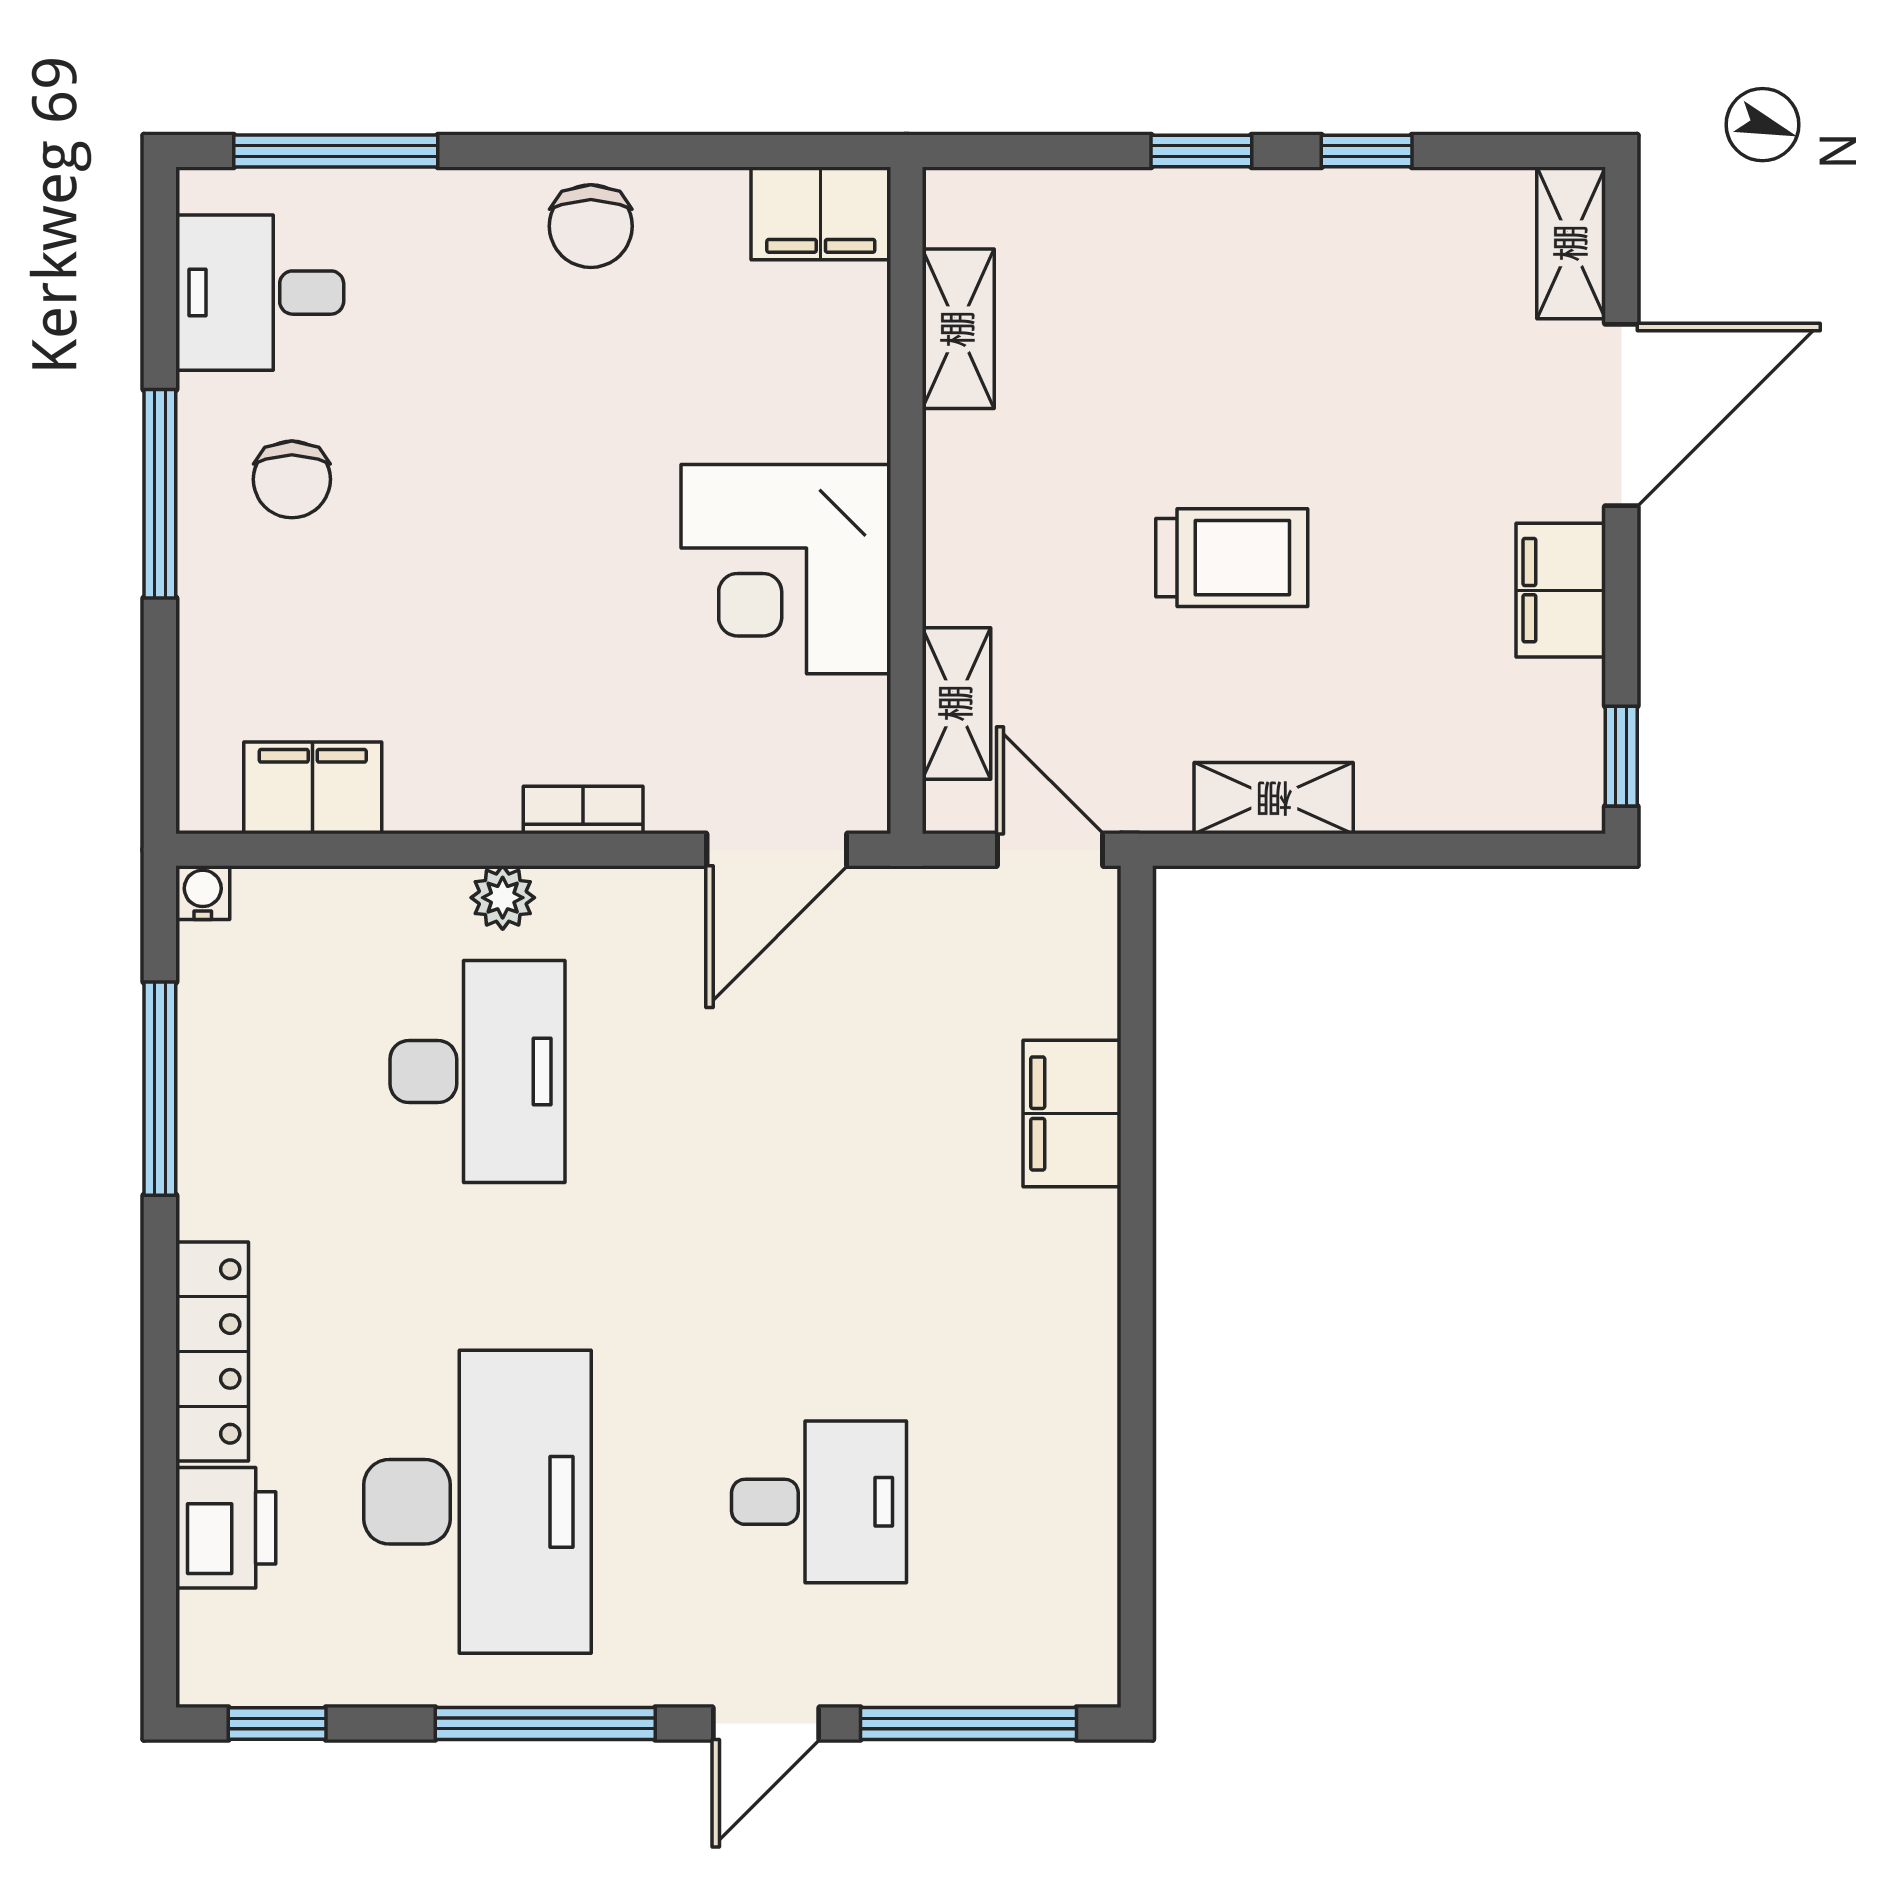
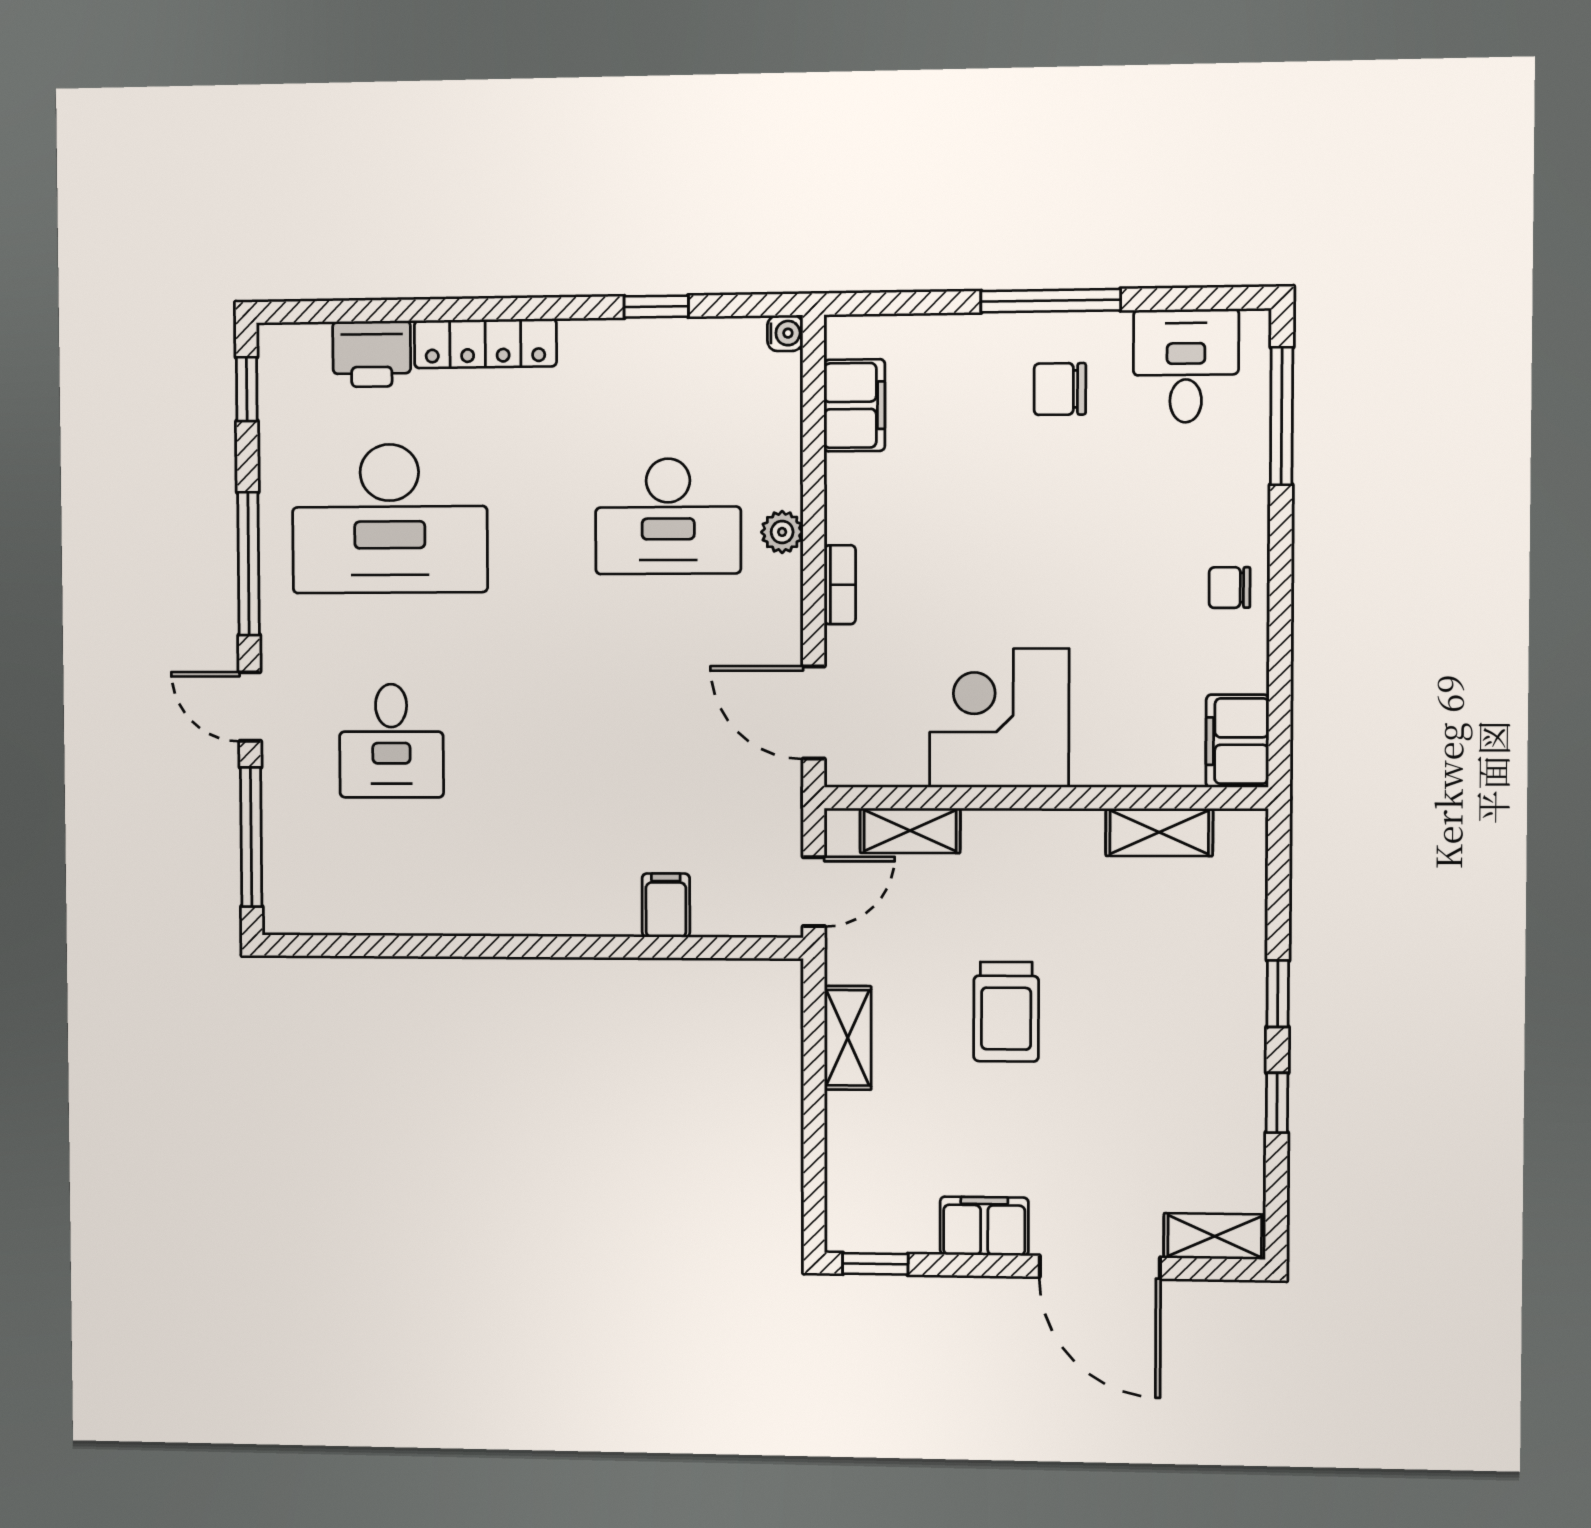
chair: (591, 226) -> (1230, 588), width x0.73, depth x0.73
window: (160, 1089) -> (656, 307), width x0.46
filing cabinet: (1072, 1113) -> (666, 905), width x0.50

